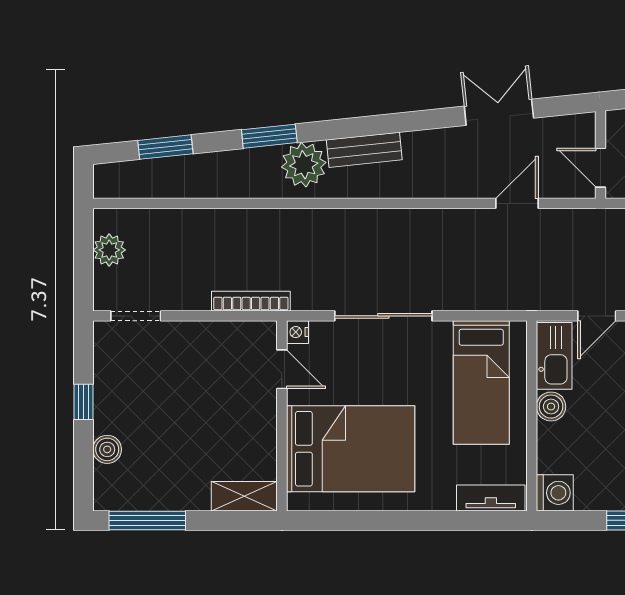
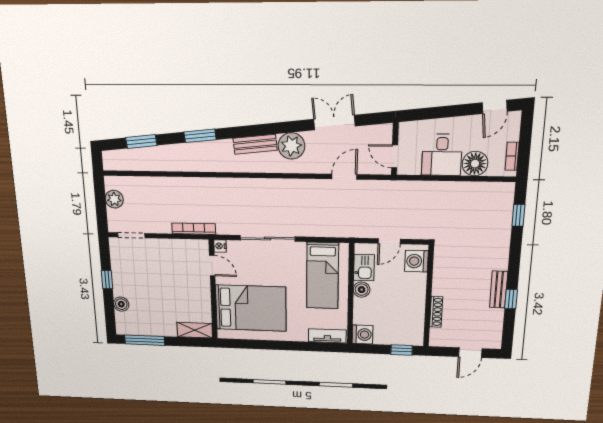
plant: (304, 165) -> (291, 146), moved
kitchen sink: (554, 356) -> (364, 268), width x0.73

